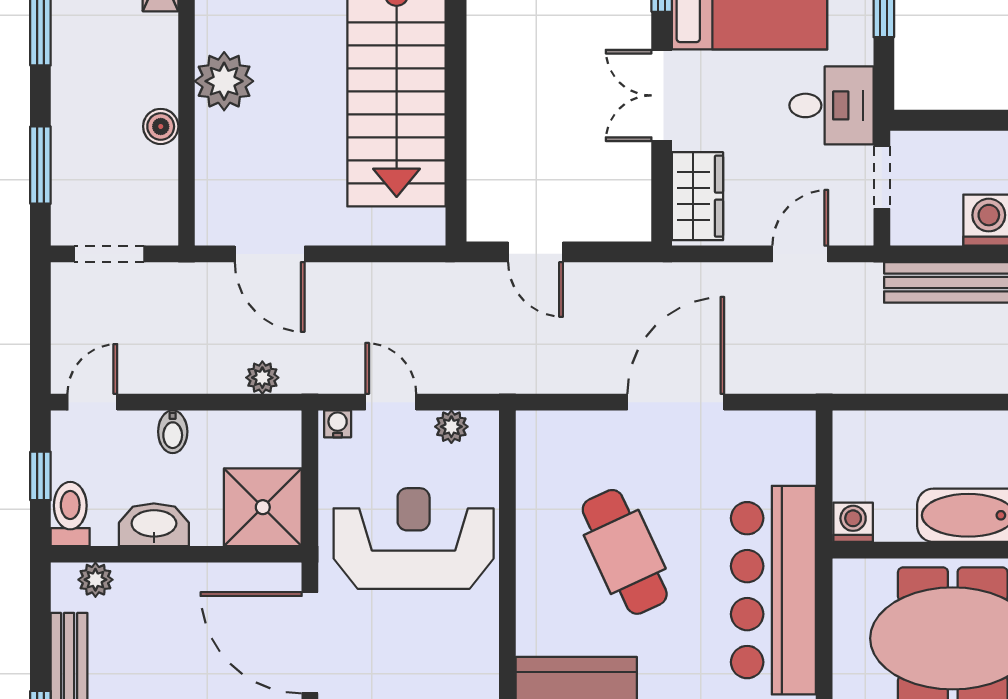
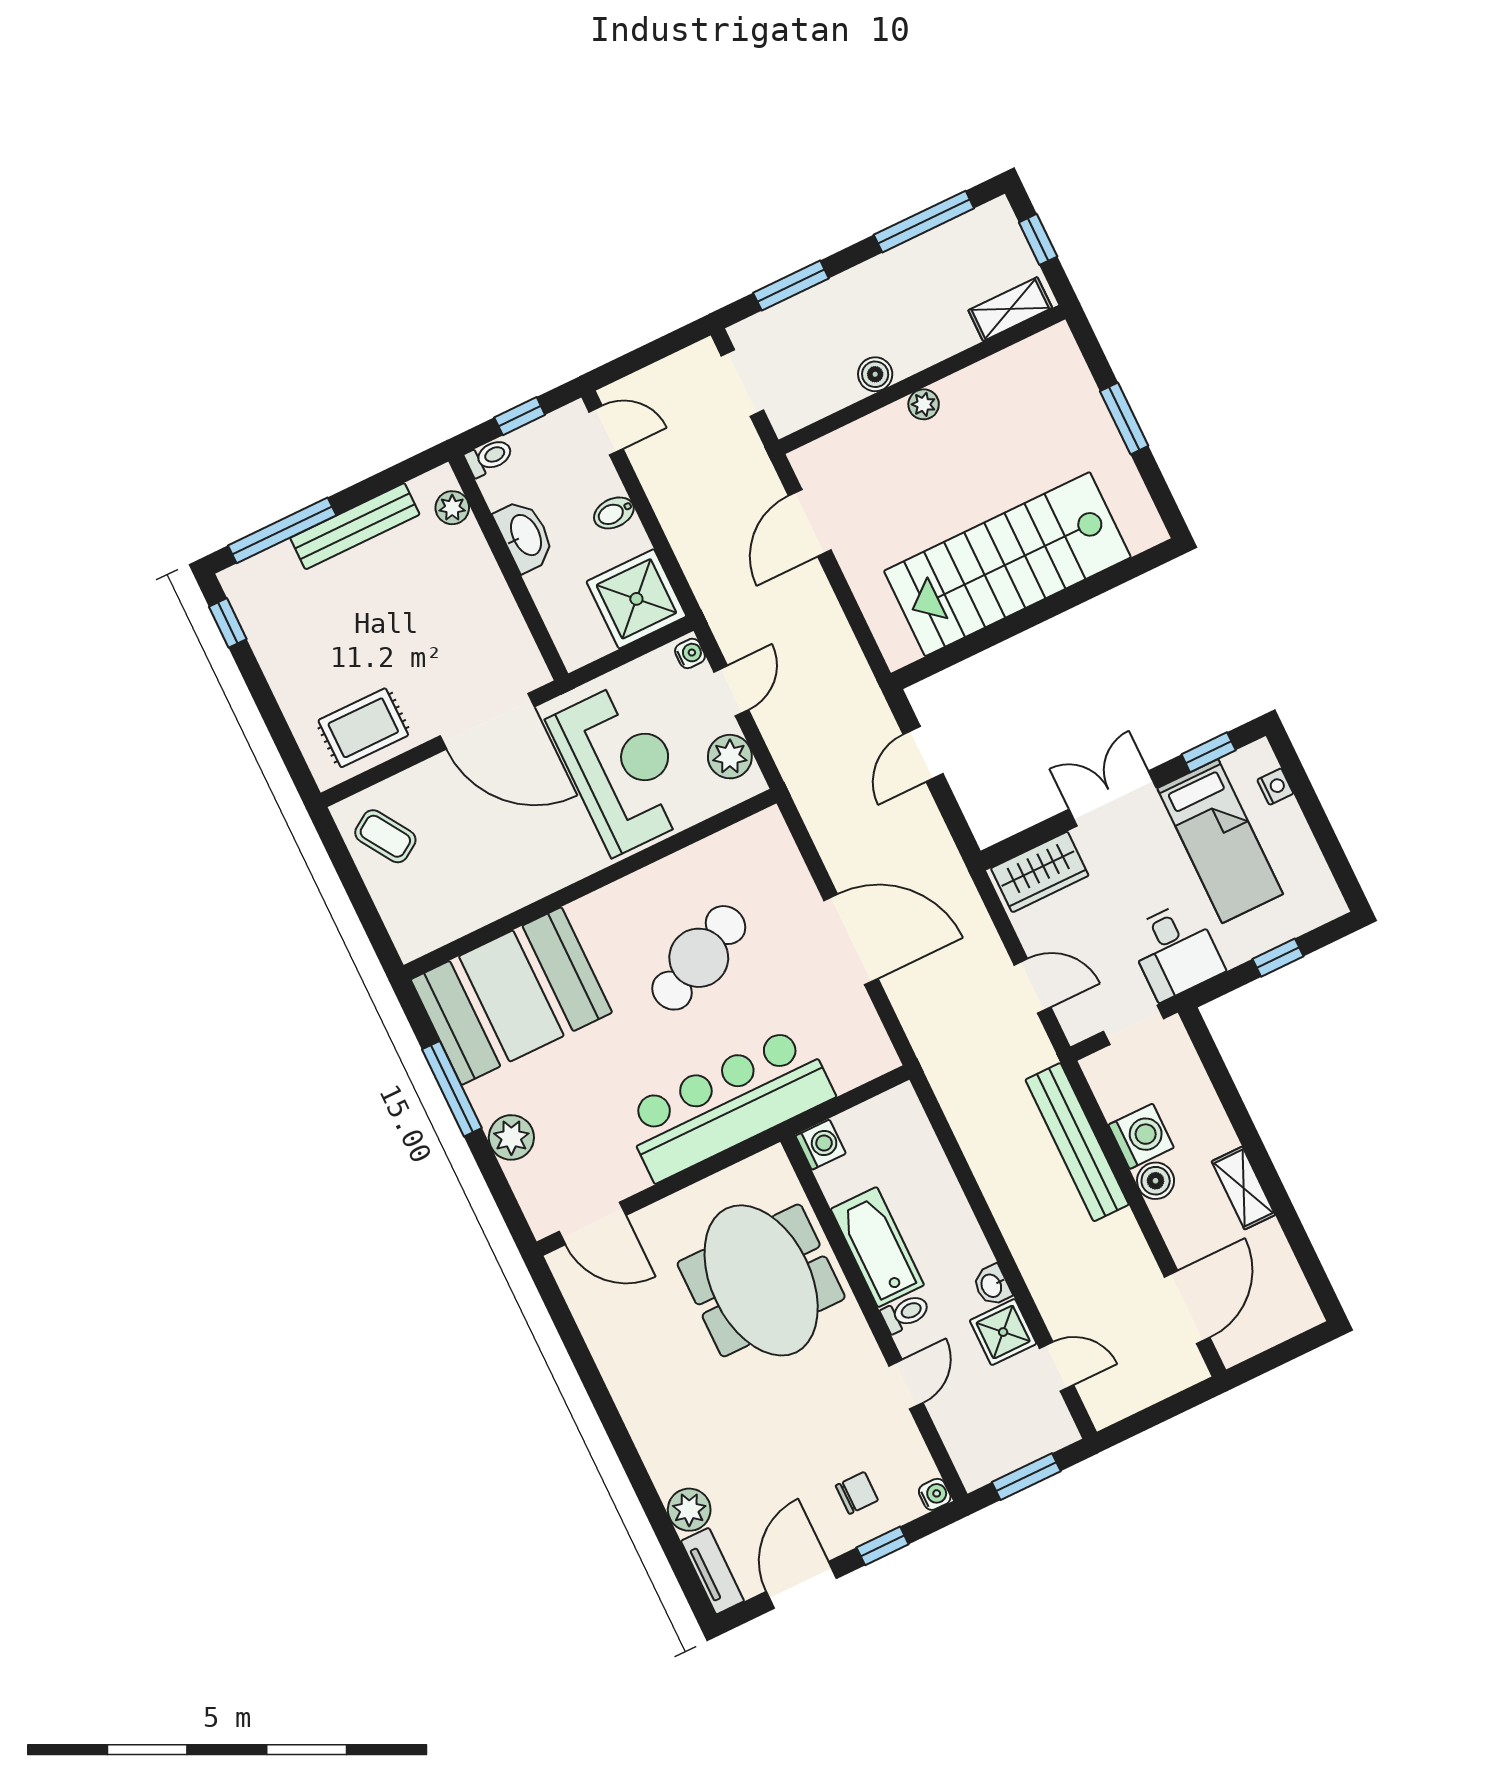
plant: (224, 81) -> (924, 404), width x0.53, depth x0.53
plant: (262, 378) -> (699, 568), removed
plant: (451, 427) -> (730, 757), width x1.38, depth x1.38
shower: (263, 507) -> (636, 599), moved
toilet: (70, 514) -> (489, 457), width x0.73, depth x0.72
door: (310, 643) -> (487, 721), swing flipped

